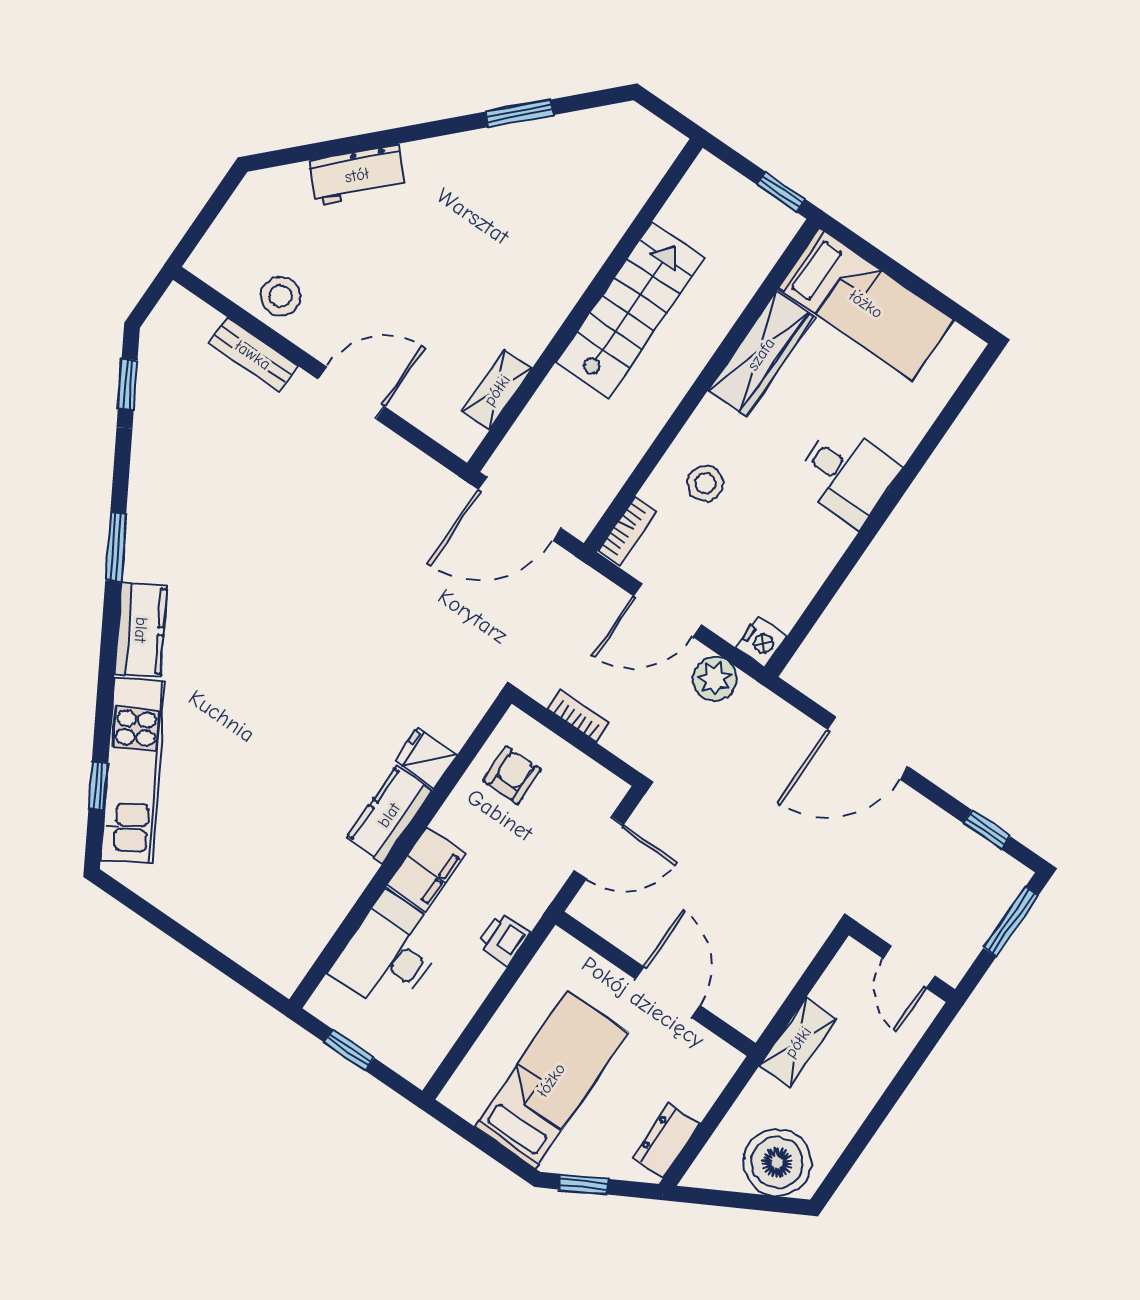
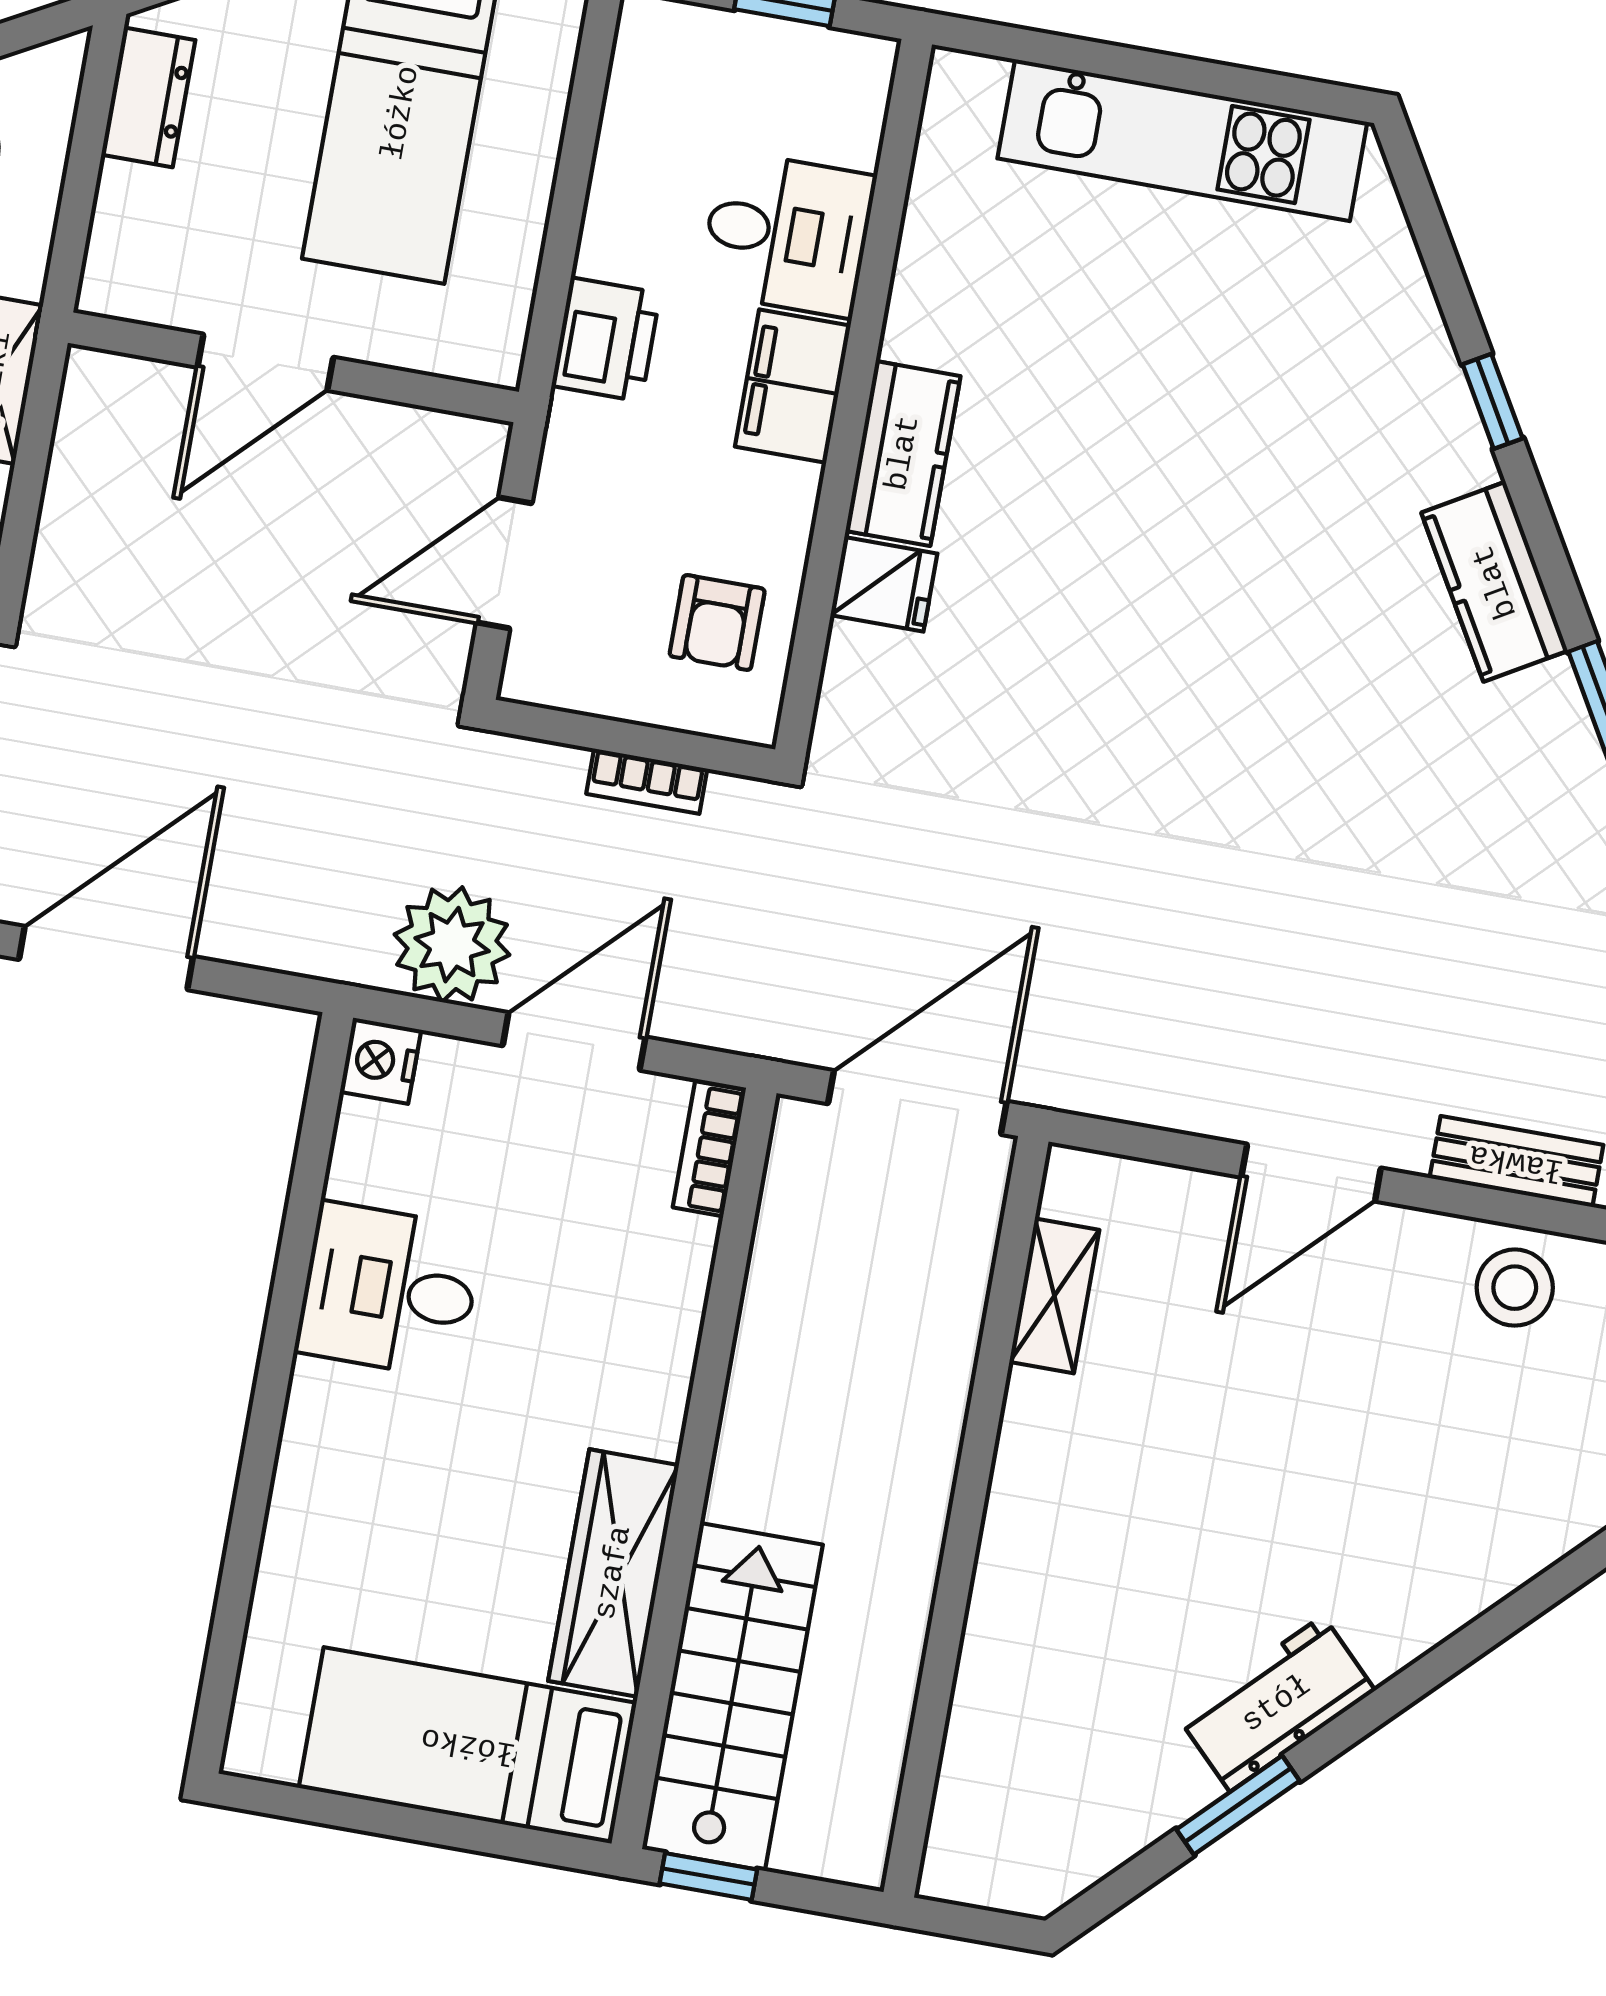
workbench: (357, 175) -> (1276, 1704), moved
stairs: (630, 310) -> (732, 1697), moved, turned 180
desk: (846, 474) -> (389, 1290), moved
stool: (705, 483) -> (609, 1297), removed
plant: (715, 679) -> (452, 945), width x1.36, depth x1.36
kitchen unit: (133, 770) -> (1182, 140), moved, turned -60
window: (98, 786) -> (1493, 401), moved
printer: (503, 939) -> (606, 339), width x1.36, depth x1.24
desk: (389, 953) -> (787, 234), width x0.73
door: (668, 992) -> (265, 362), hinge flipped

